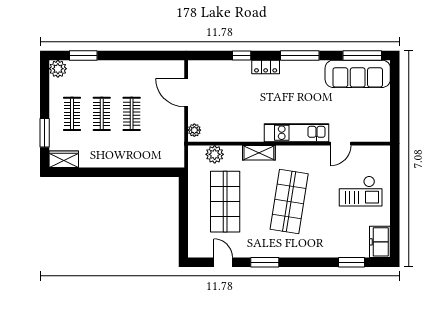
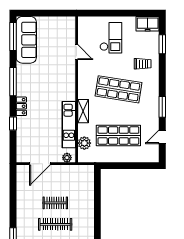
clothes rail: (102, 114) -> (55, 224), width x1.36
kitchen unit: (296, 133) -> (69, 125), moved
trolley: (324, 235) -> (143, 64), added

